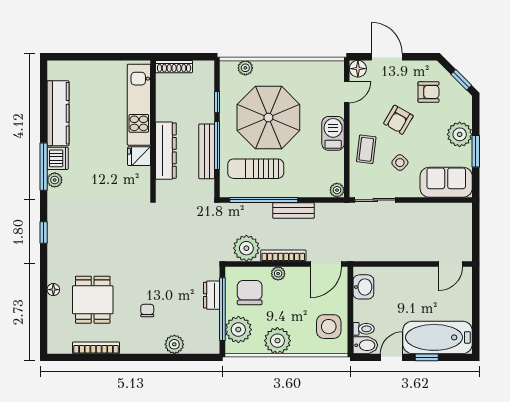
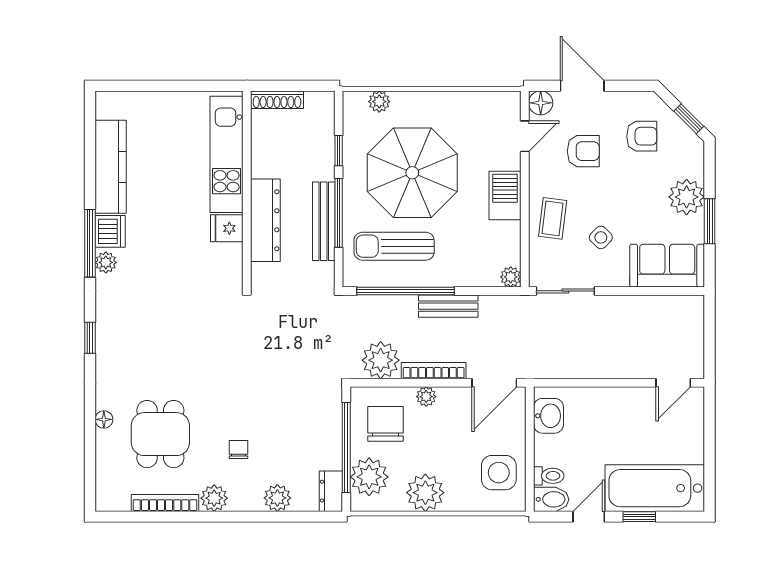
armchair: (398, 120) -> (583, 151), moved, turned -120
dresser: (212, 295) -> (331, 491), moved
plant: (130, 344) -> (214, 498), added

